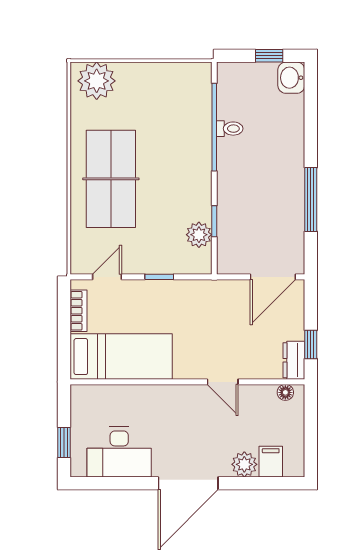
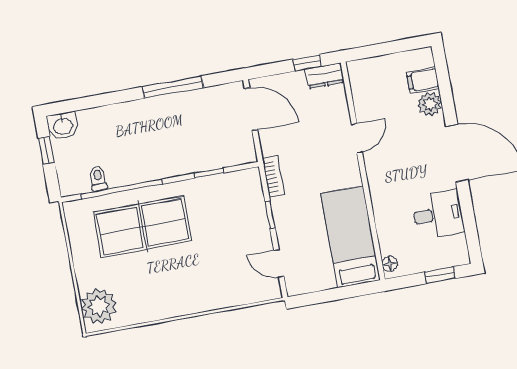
toilet: (230, 129) -> (98, 178), moved
table tennis table: (111, 179) -> (142, 227), moved
plant: (199, 235) -> (224, 185), removed
bookcase: (78, 311) -> (273, 176), moved, turned 90
floor lamp: (285, 392) -> (390, 264), moved
desk: (119, 452) -> (438, 214), width x0.73

